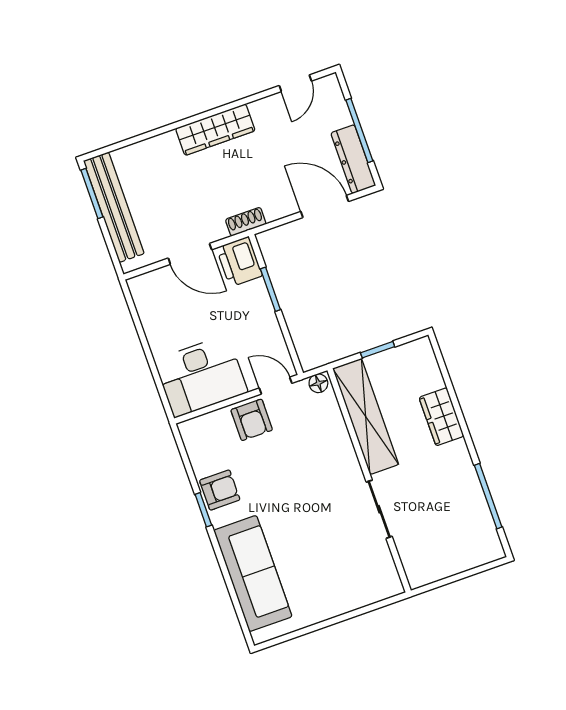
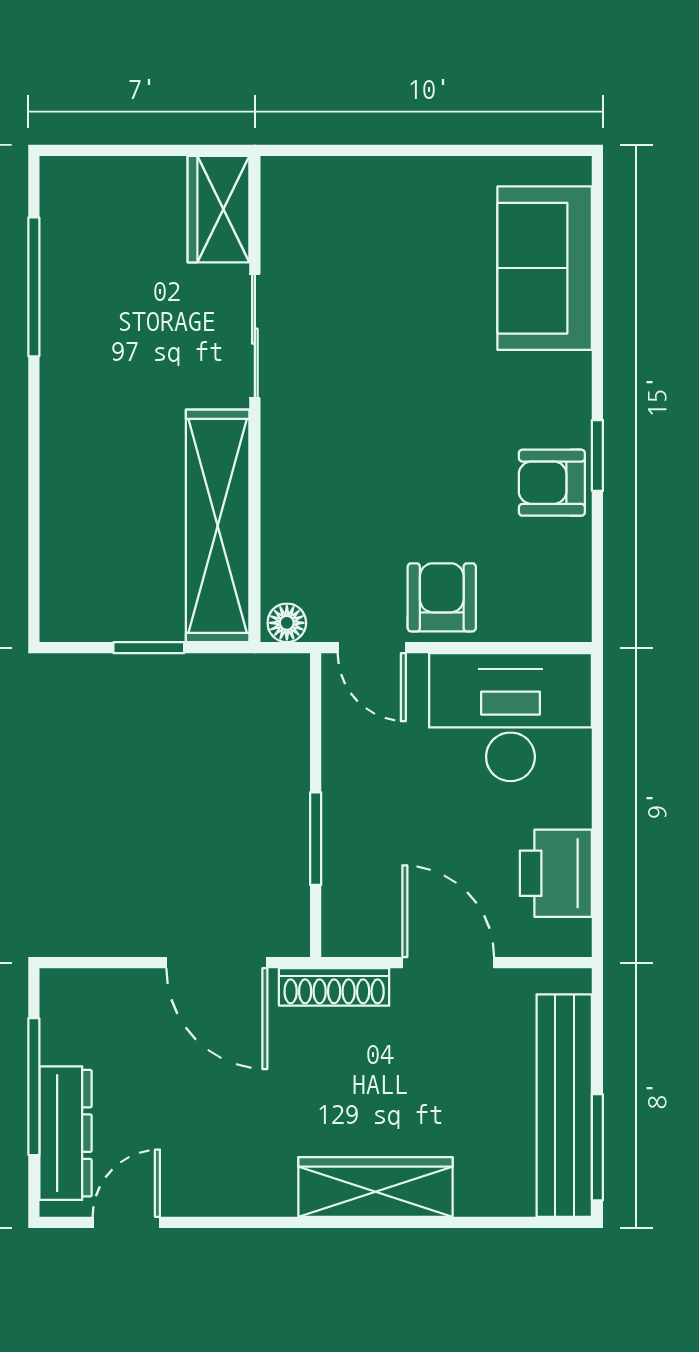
wardrobe: (215, 130) -> (375, 1187), moved
dresser: (353, 159) -> (65, 1133), moved
door: (325, 206) -> (217, 963), moved
shoe rack: (246, 222) -> (334, 987), width x1.43
printer: (239, 262) -> (556, 873), moved, turned 180
wardrobe: (441, 417) -> (218, 209), moved, turned 180
sofa: (253, 573) -> (545, 268), width x0.73

